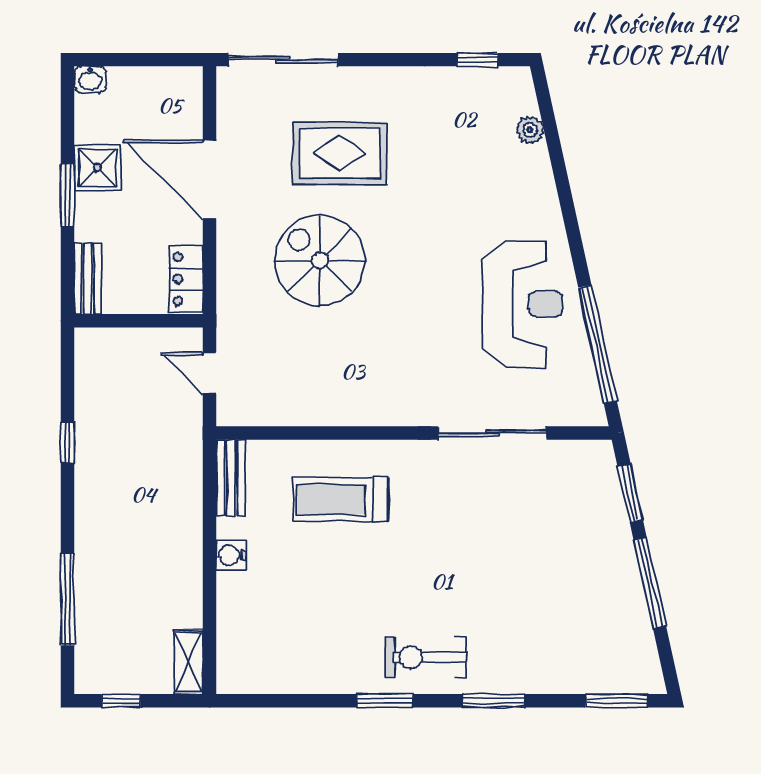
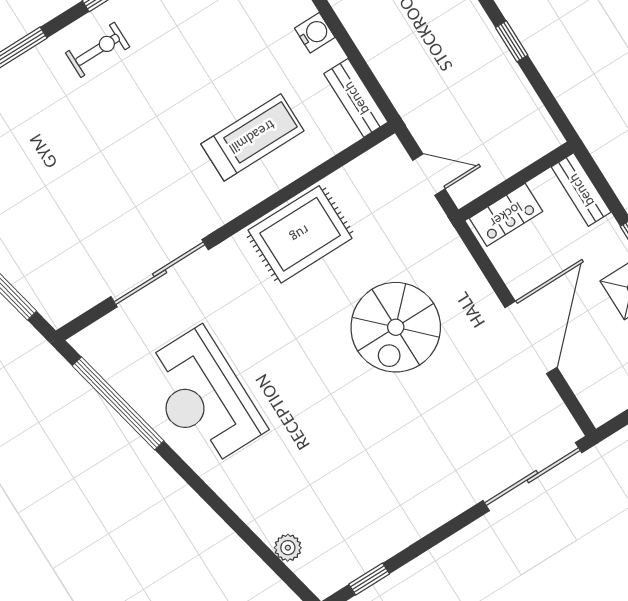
rug: (340, 153) -> (300, 234), moved
door: (210, 179) -> (531, 337), hinge flipped
spiral stairs: (320, 260) -> (396, 327), turned 90
locker: (186, 279) -> (506, 215), moved, turned 90
exercise bike: (426, 657) -> (98, 50), width x0.73, depth x0.72

